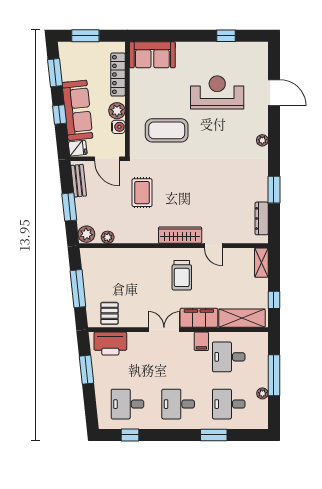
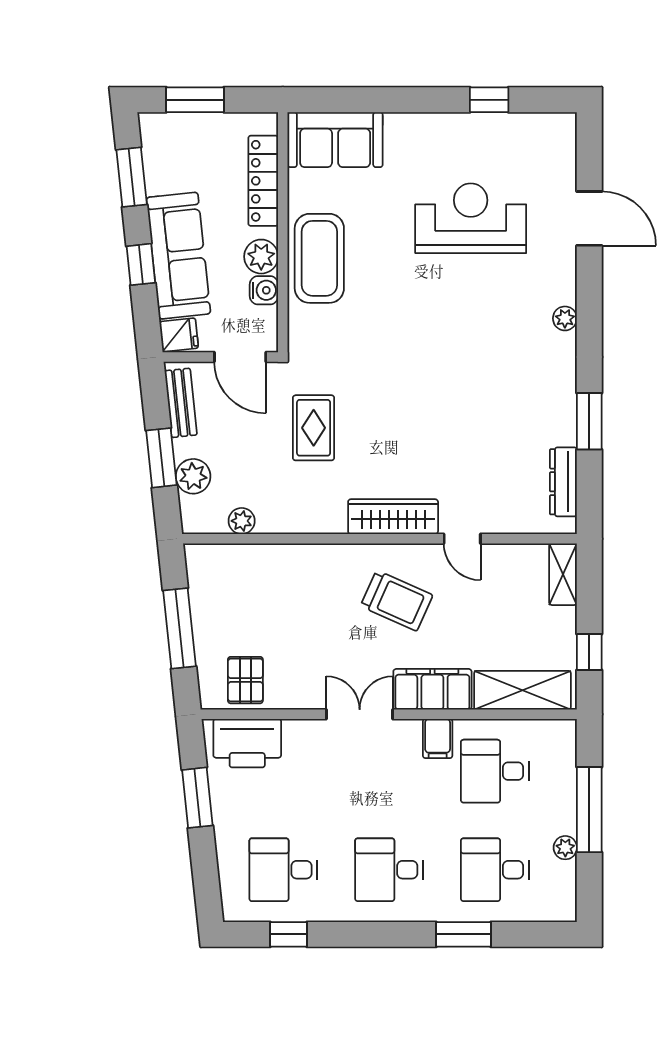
coffee table: (167, 130) -> (319, 258), moved, turned 90
plant: (86, 234) -> (193, 476), moved
trolley: (182, 275) -> (397, 601), turned -66

